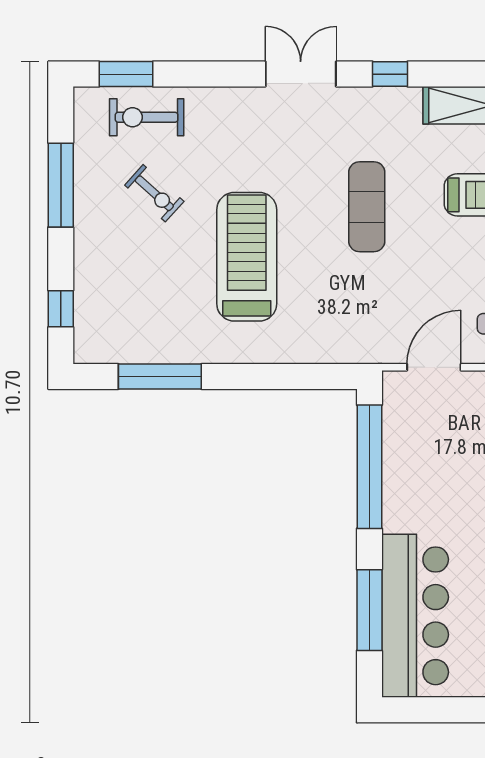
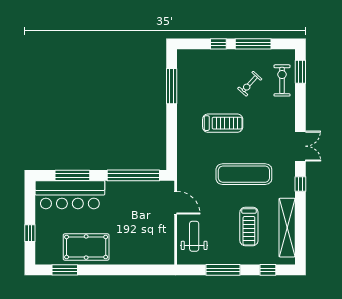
exercise mat: (367, 207) -> (244, 174), width x1.36, depth x1.45
treadmill: (247, 257) -> (223, 123), width x0.73, depth x0.73
window: (61, 309) -> (218, 44), moved

